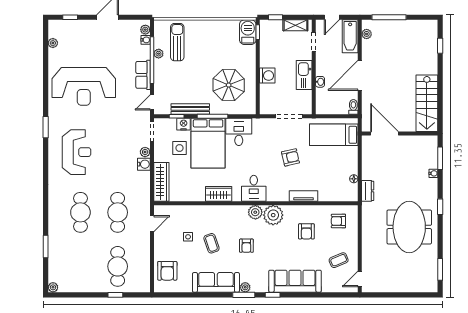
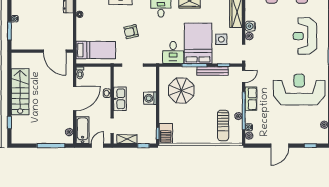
stairs: (427, 103) -> (20, 92), moved
nightstand: (184, 124) -> (218, 59), removed

